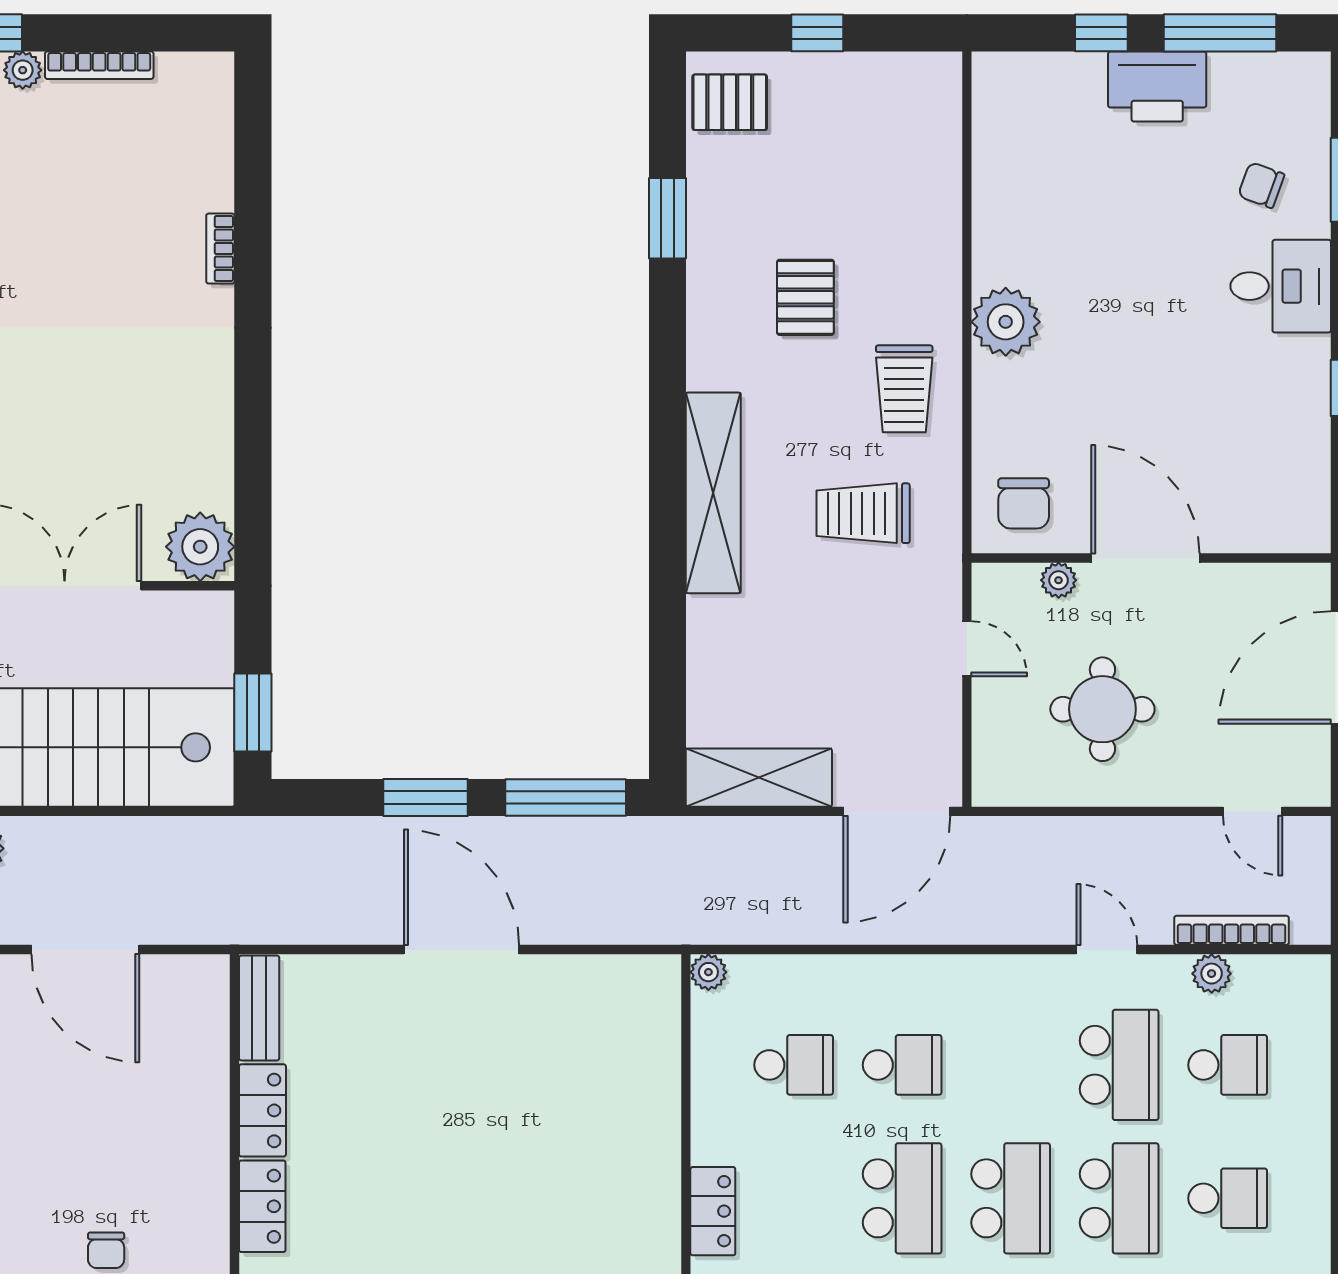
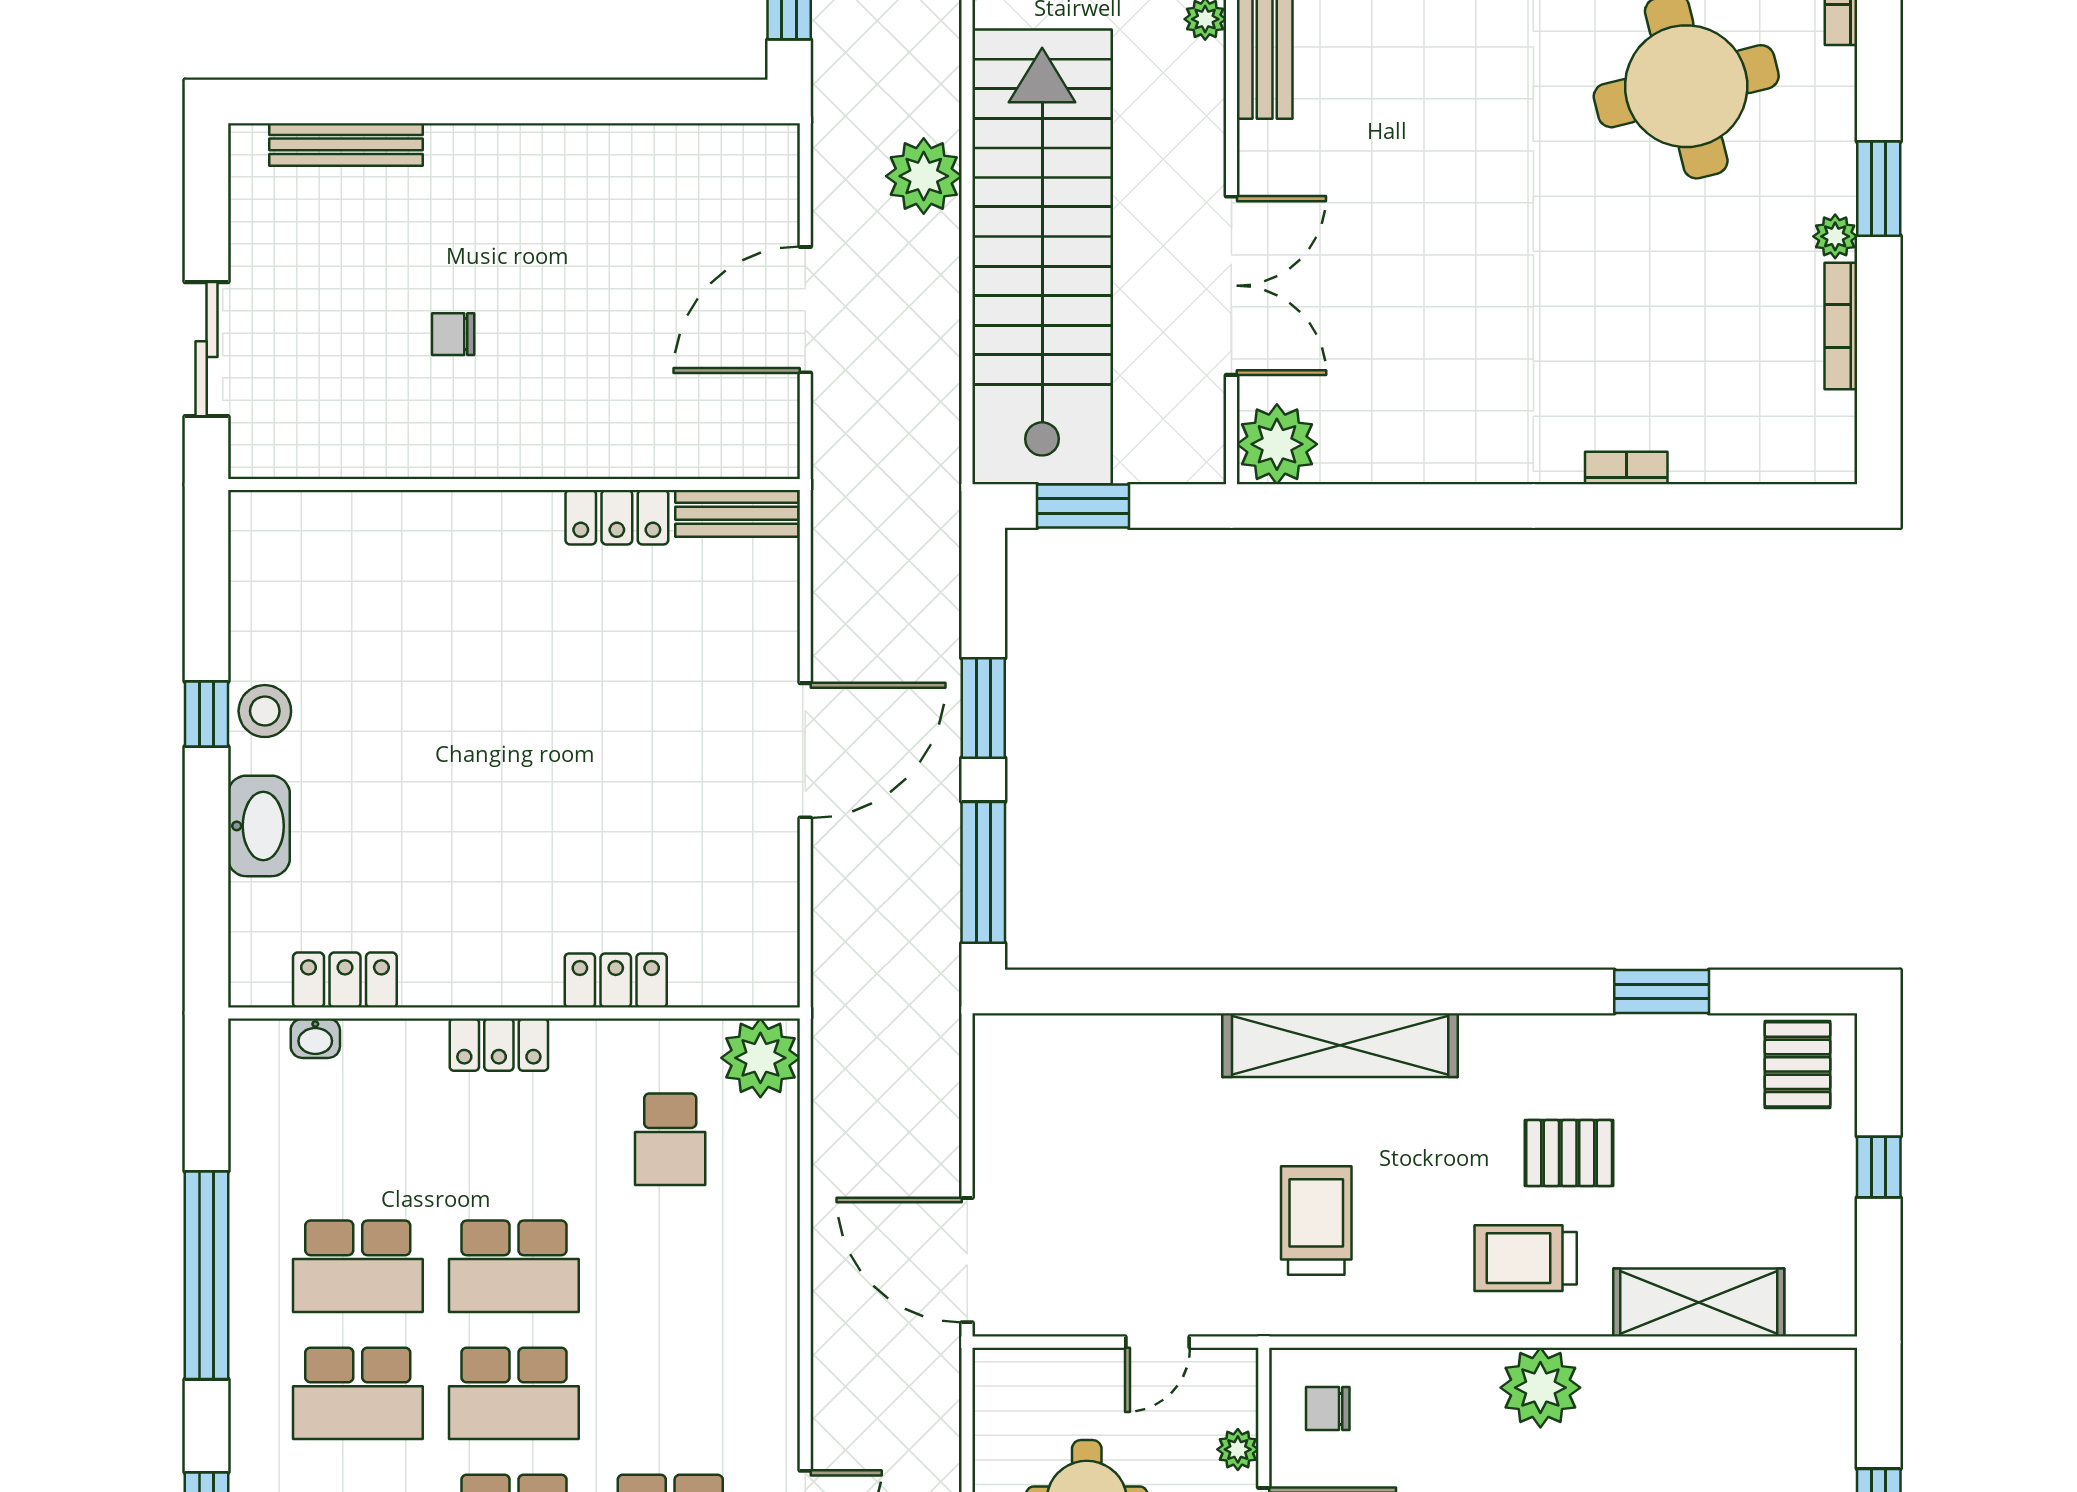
trolley: (904, 389) -> (1526, 1258), moved
chair: (1024, 503) -> (1328, 1409), width x0.73, depth x0.73
shelving: (759, 778) -> (1699, 1303), moved, turned 90
plant: (708, 972) -> (760, 1058), width x1.88, depth x1.88
school desk: (902, 1065) -> (670, 1266), removed
locker: (262, 1206) -> (616, 981), moved, turned 180

